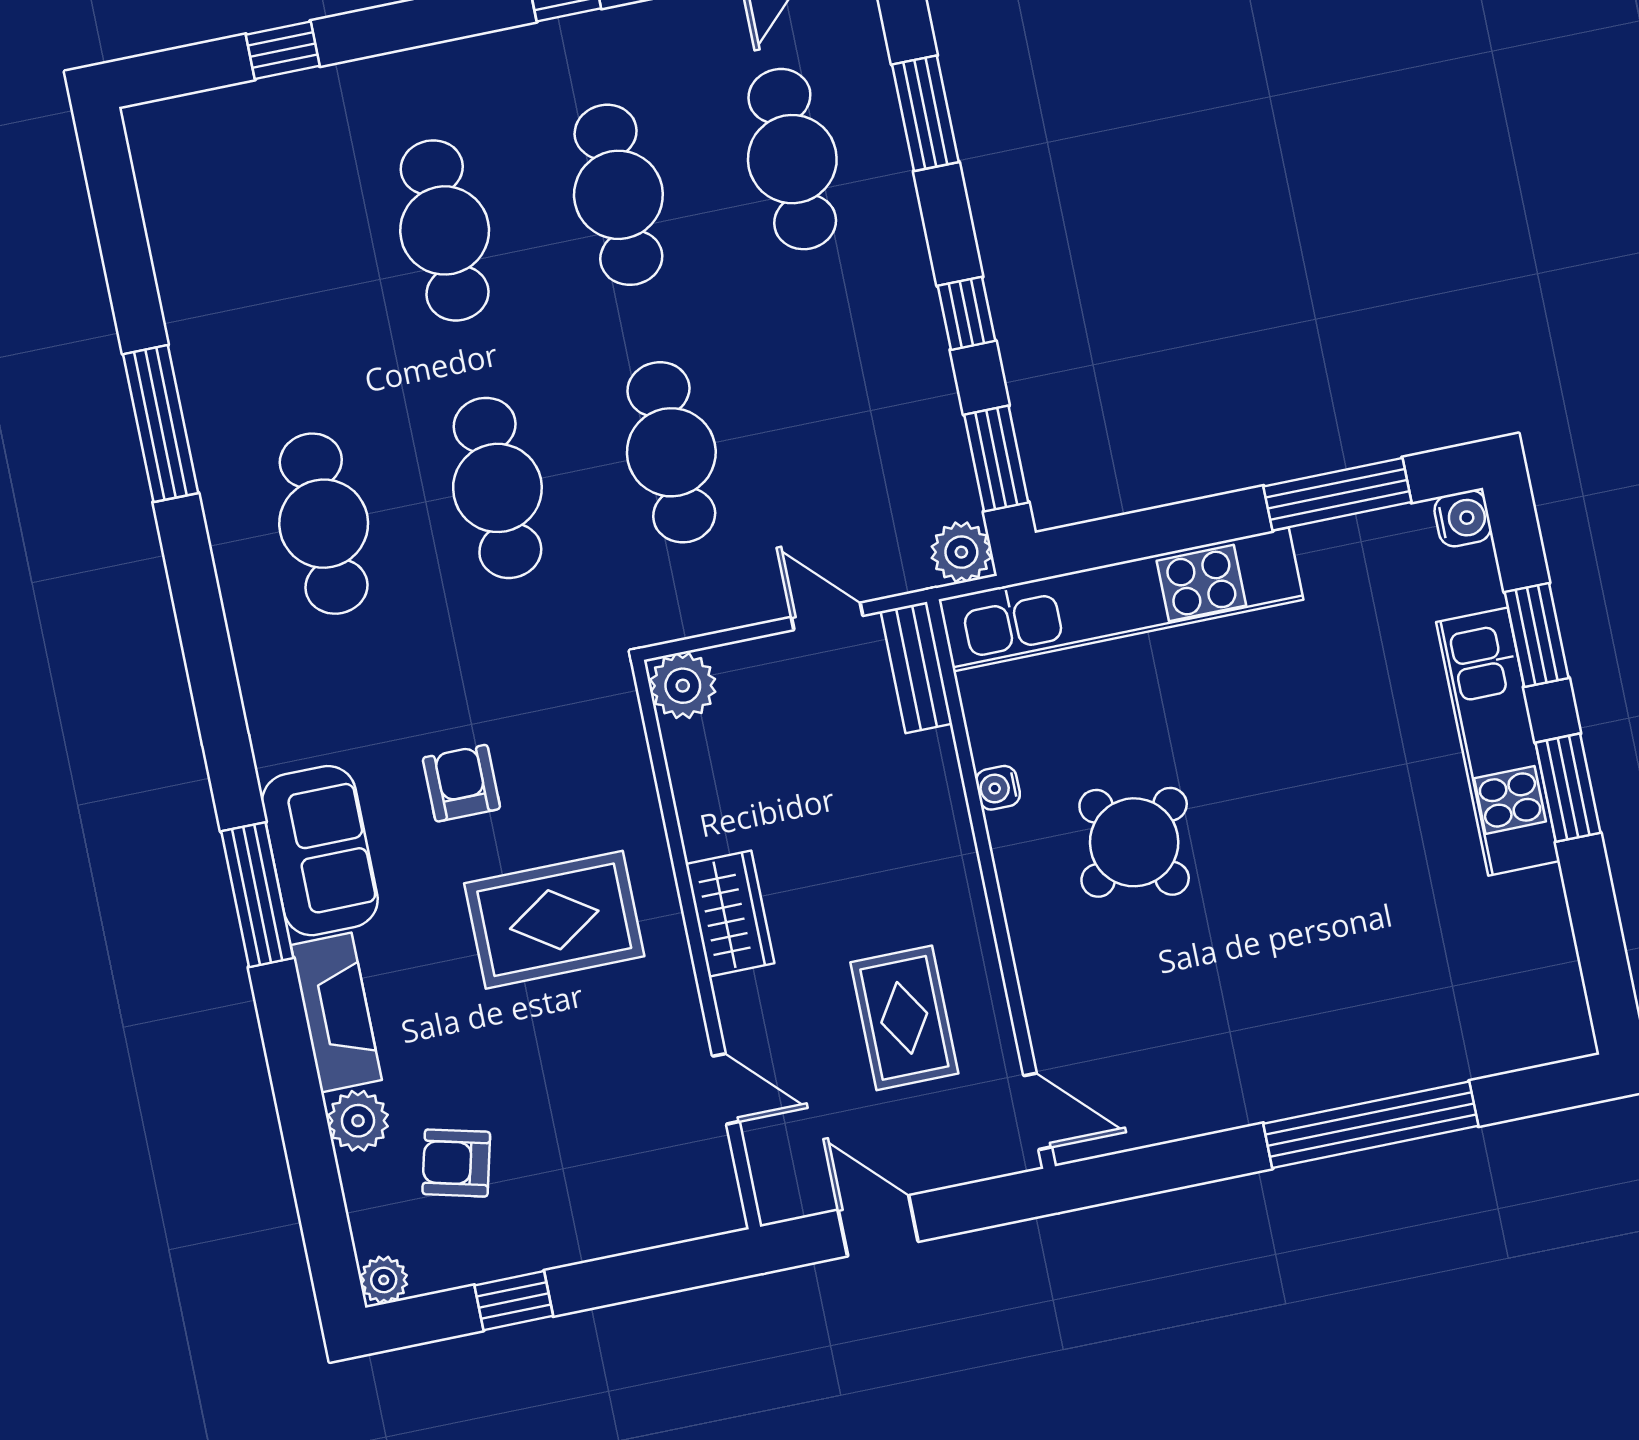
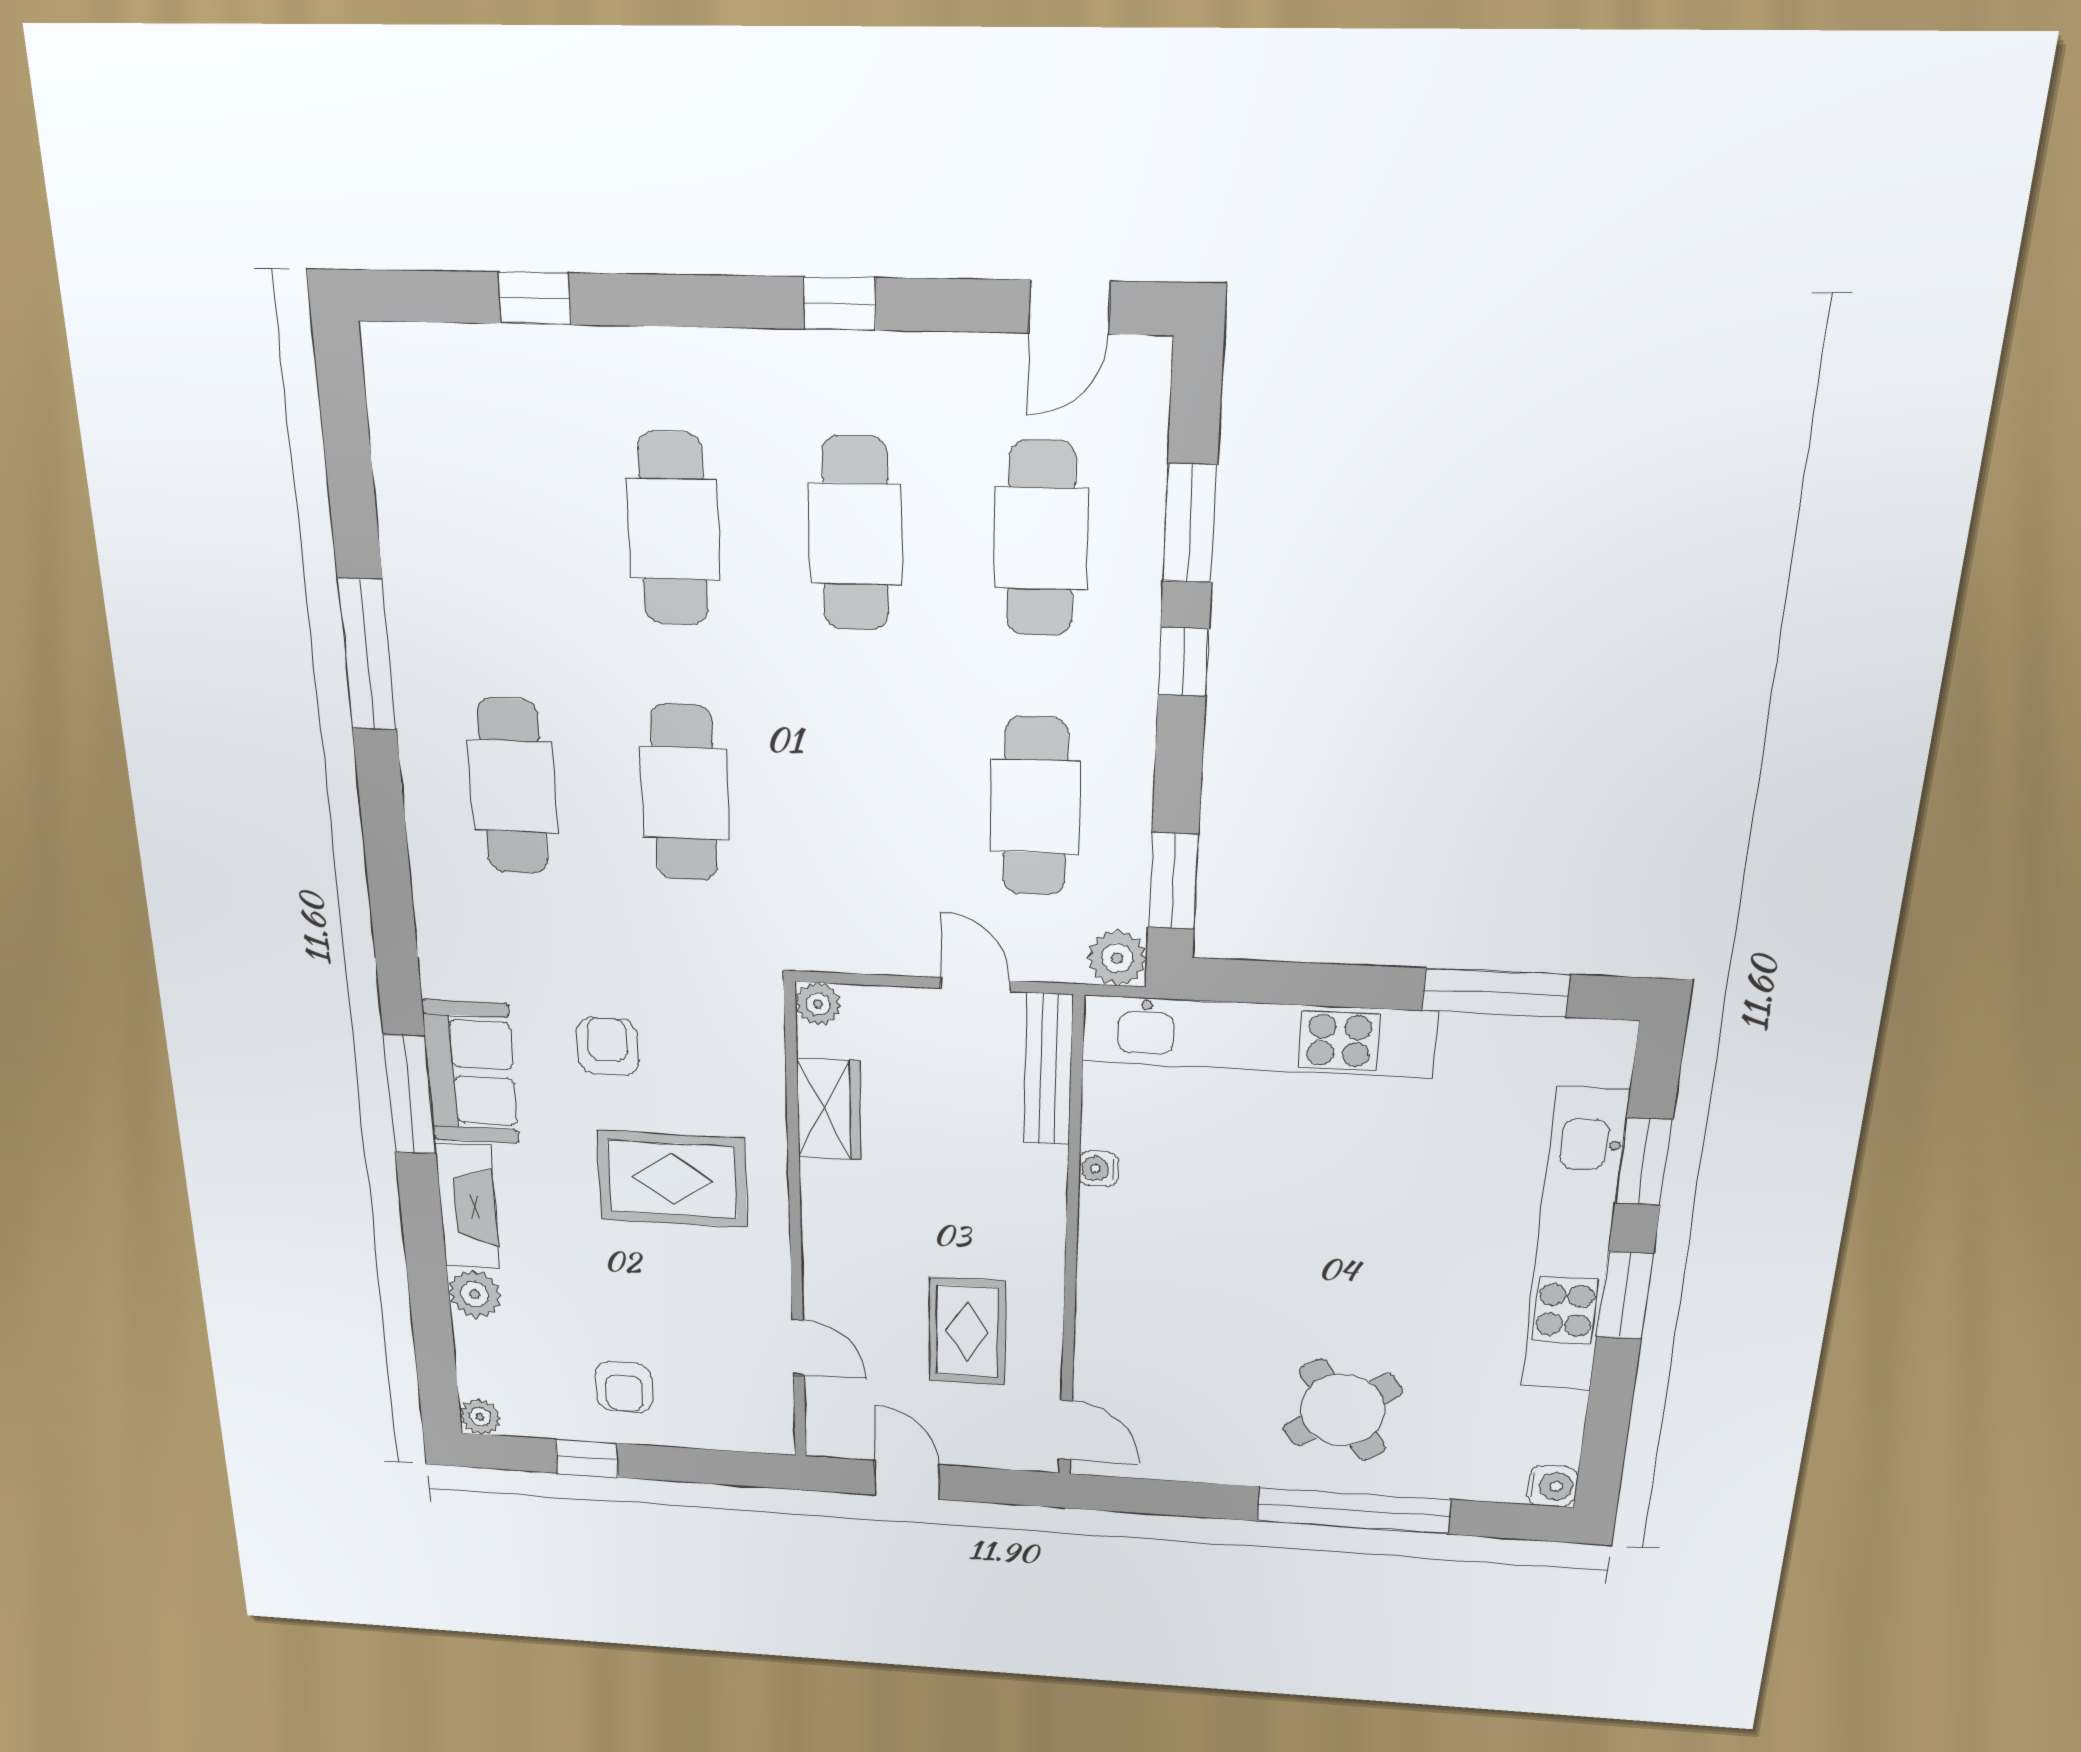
window: (966, 313) -> (1183, 662), moved
cafe table: (671, 452) -> (1035, 807), moved
water cooler: (1463, 518) -> (1552, 1486), moved
bench: (916, 668) -> (1048, 1069), width x1.36
plant: (683, 686) -> (818, 1004), width x0.73, depth x0.73
kitchen unit: (1498, 742) -> (1574, 1242), width x1.36
round table: (1134, 842) -> (1342, 1410), moved
wardrobe: (730, 914) -> (829, 1109), moved
armchair: (456, 1163) -> (624, 1387), moved, turned -104

